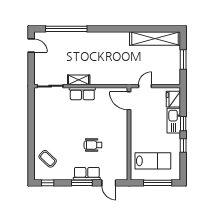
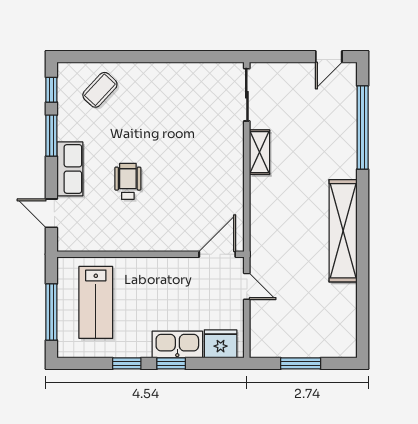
shelving: (155, 38) -> (343, 231), moved
row of seats: (82, 94) -> (232, 160), removed
window: (82, 183) -> (51, 136), moved
door: (109, 183) -> (51, 213), hinge flipped

